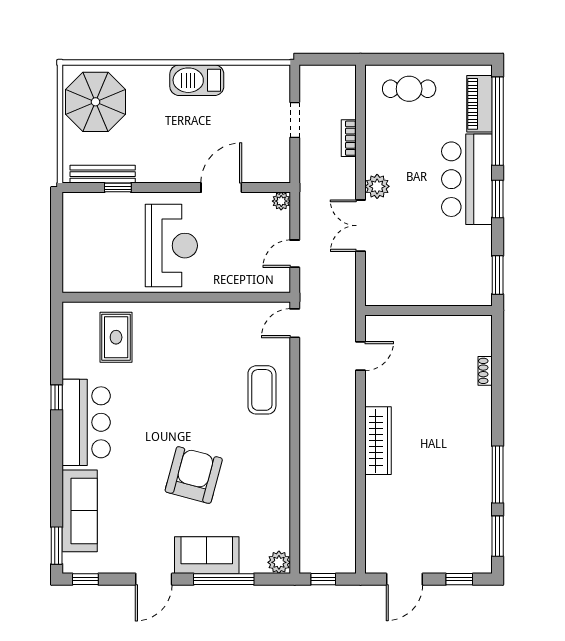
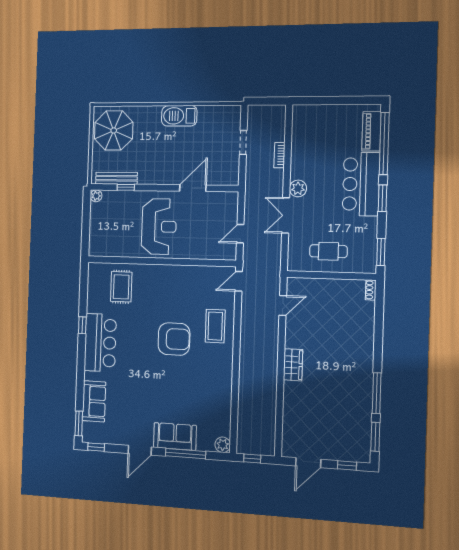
cafe table: (409, 89) -> (328, 251), moved
plant: (281, 201) -> (96, 196), moved
shoe rack: (485, 371) -> (371, 290), moved
wardrobe: (378, 441) -> (293, 365), width x0.67
armchair: (194, 475) -> (174, 339), moved, turned 75
sofa: (80, 511) -> (94, 401), width x0.73

